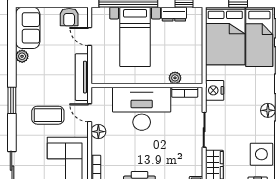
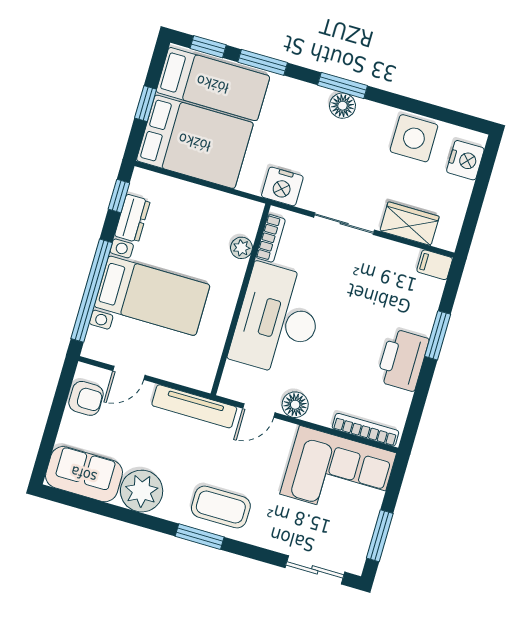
plant: (22, 56) -> (142, 491), width x1.87, depth x1.87
coffee table: (48, 115) -> (221, 507), moved, turned 90

